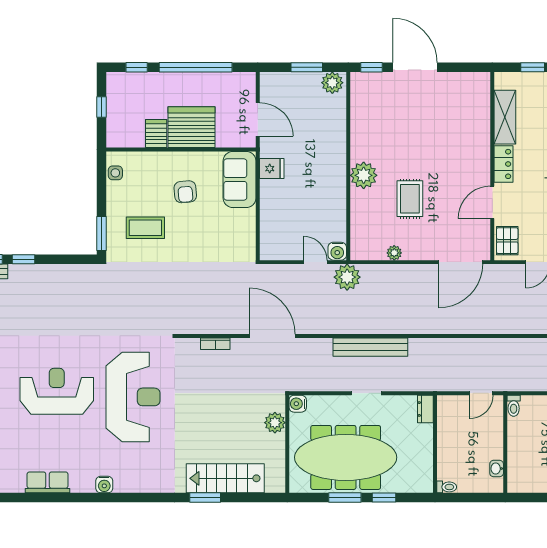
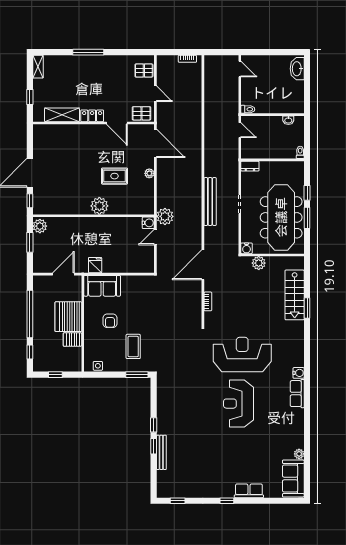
armchair: (185, 192) -> (110, 321), turned 95
plant: (394, 253) -> (149, 173), moved
row of seats: (48, 482) -> (297, 394), moved

